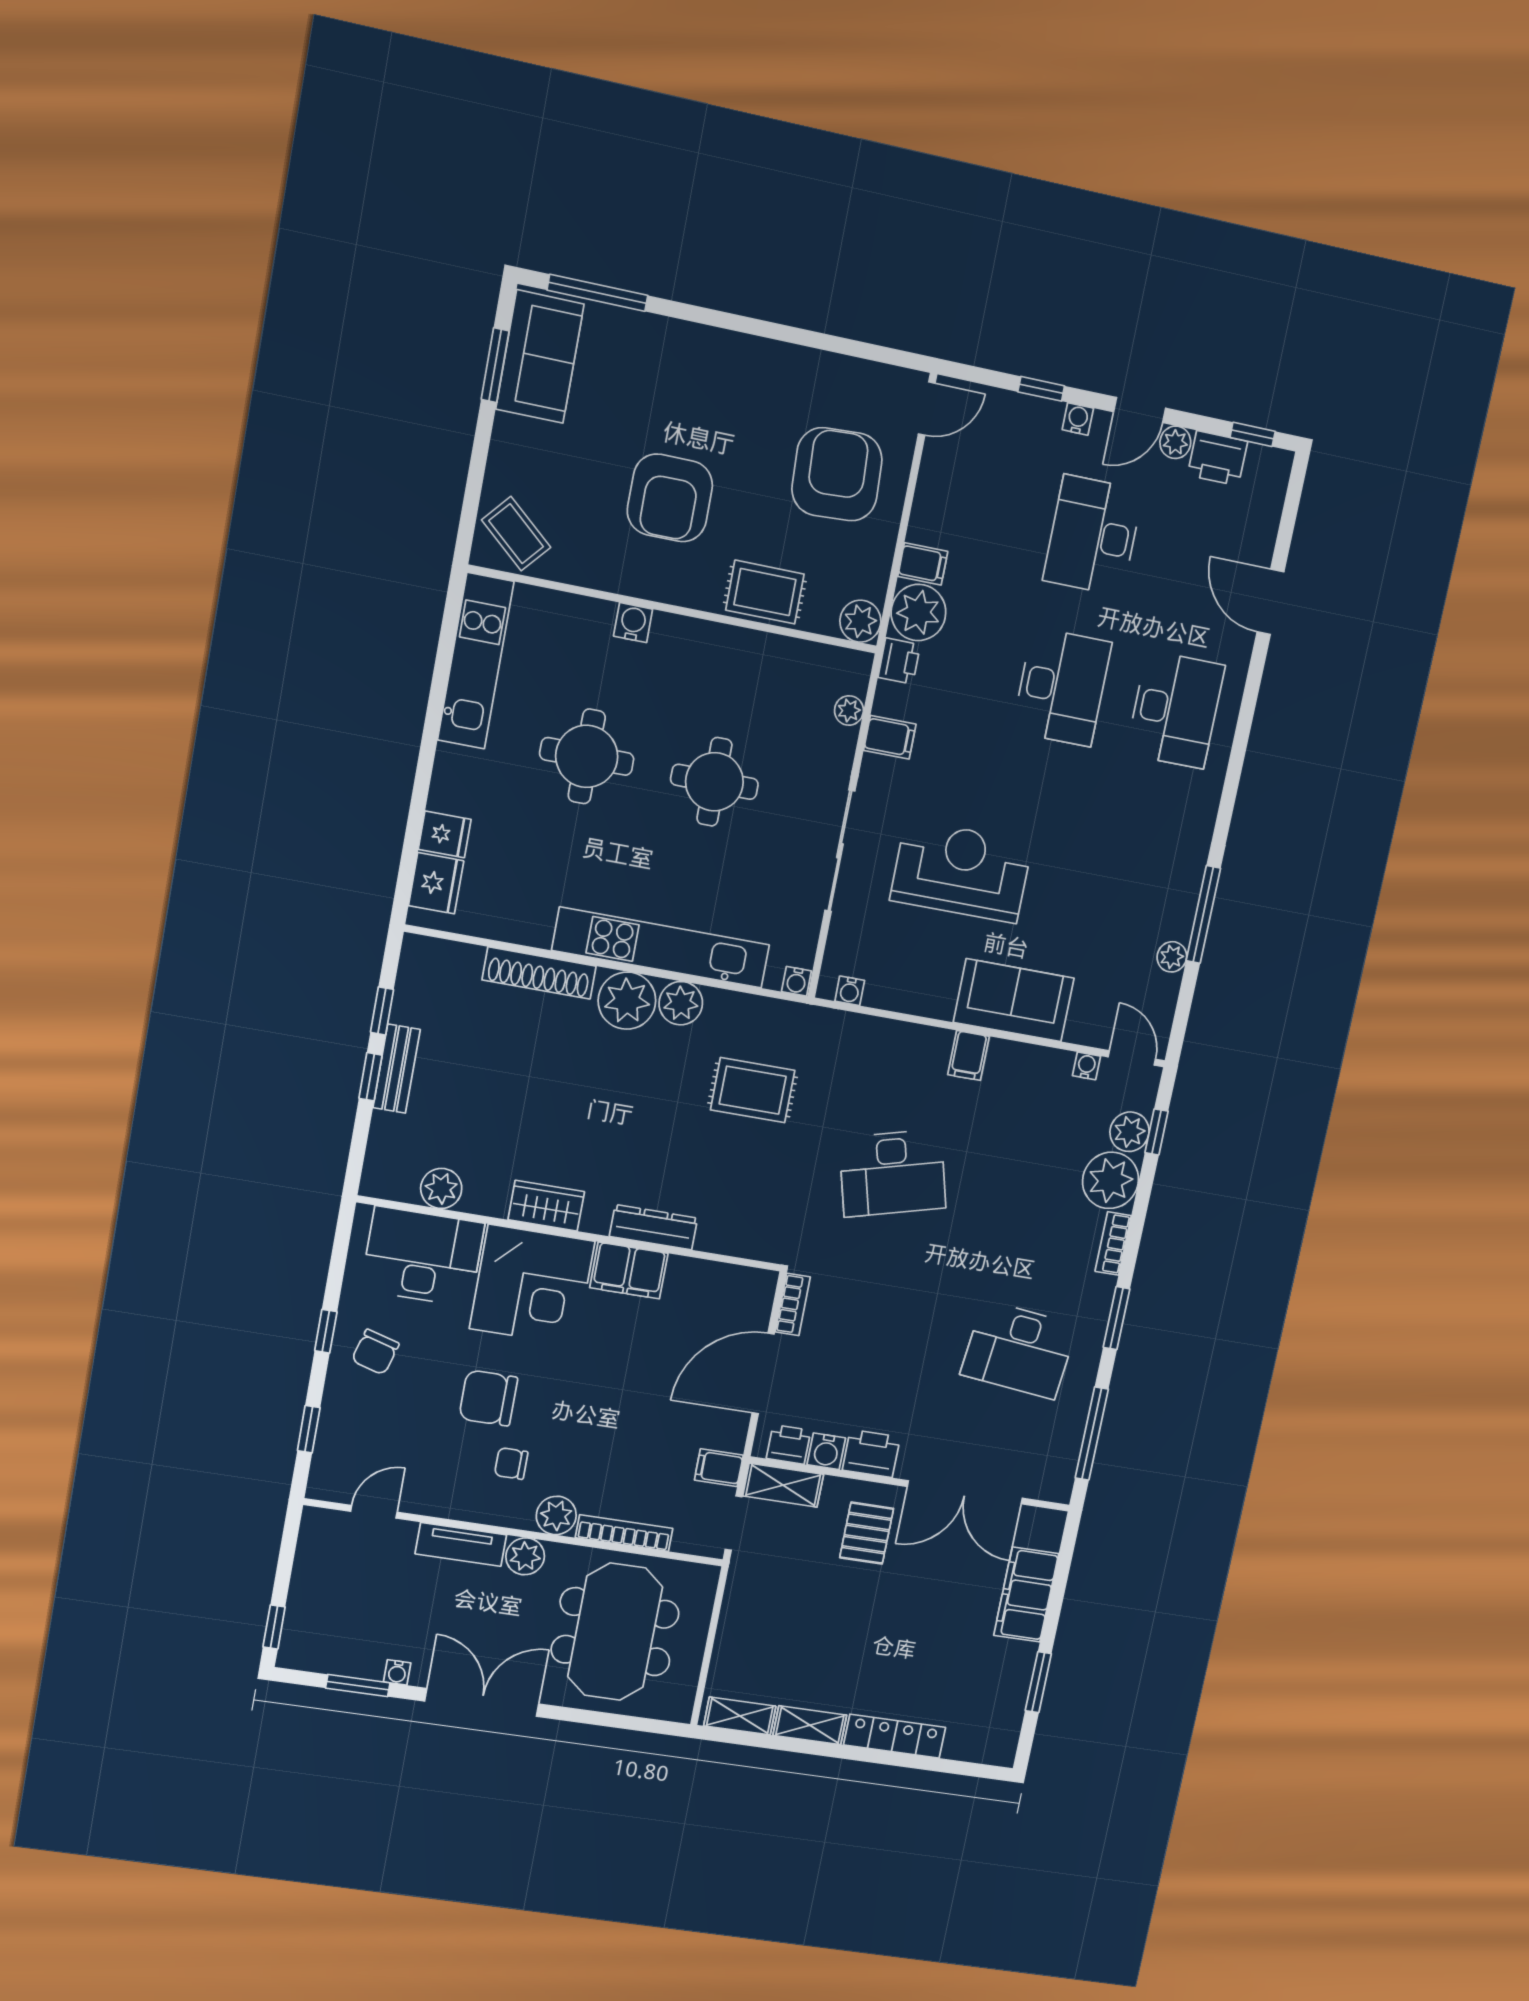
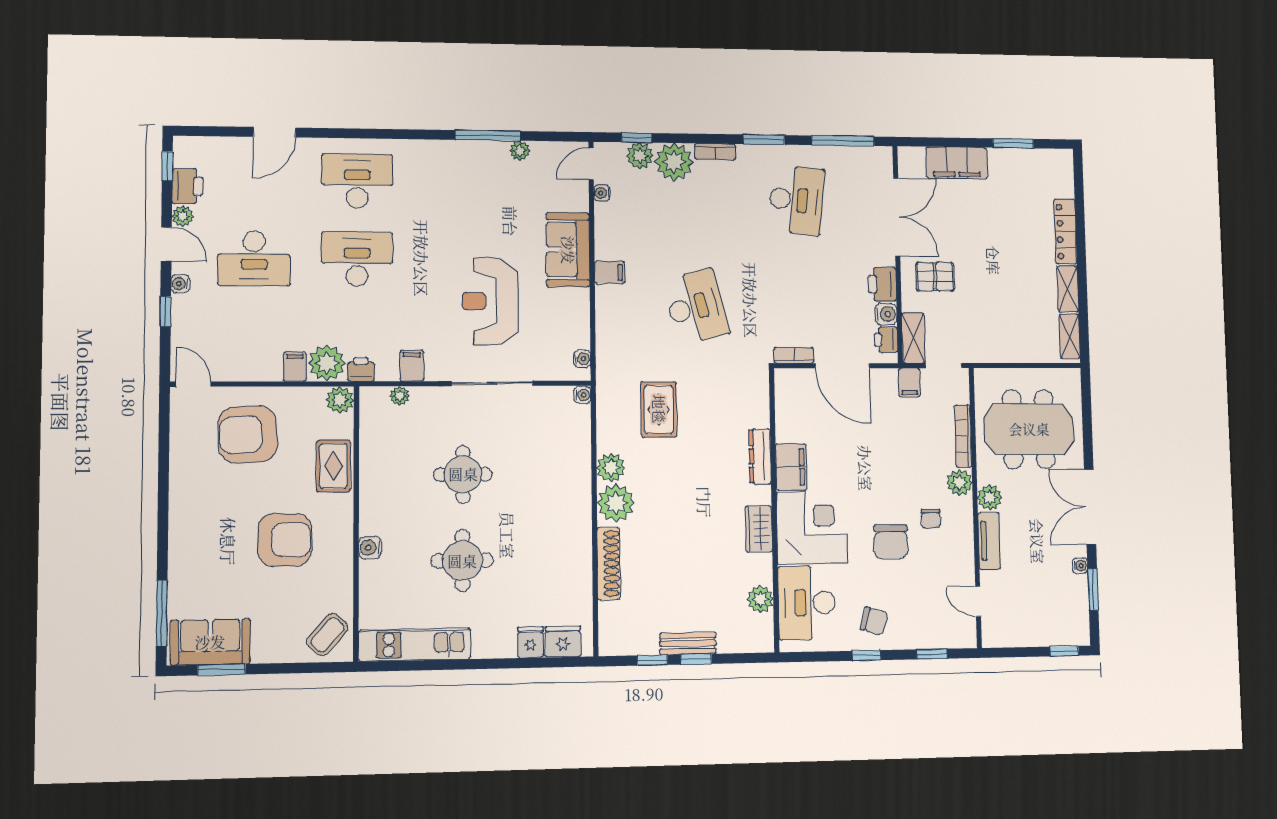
kitchen unit: (661, 948) -> (577, 488), removed

